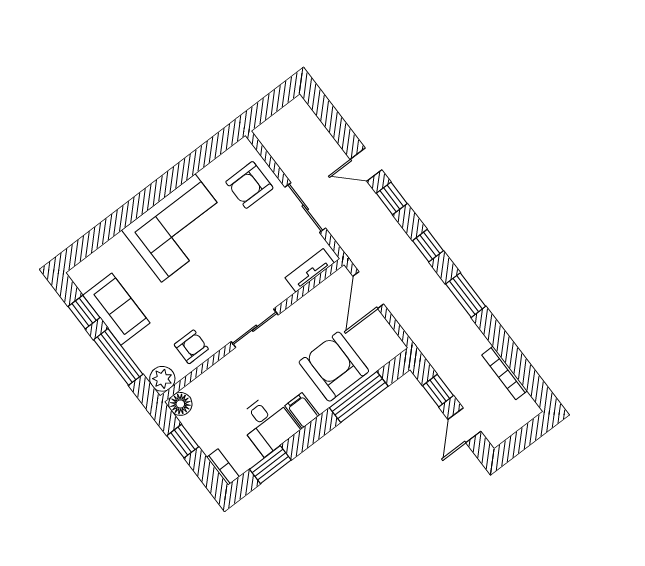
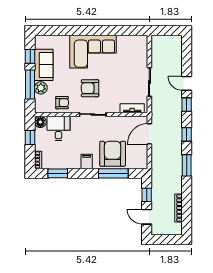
armchair: (249, 185) -> (90, 88), moved
plant: (162, 379) -> (41, 88), moved
desk: (268, 424) -> (58, 129), moved, turned 180
door: (464, 425) -> (147, 217), hinge flipped

